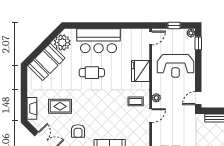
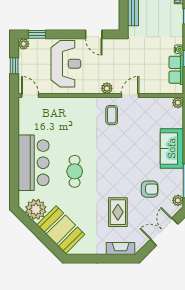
fridge: (141, 71) -> (72, 109), removed
door: (198, 98) -> (94, 34), moved
door: (151, 116) -> (130, 96), hinge flipped

